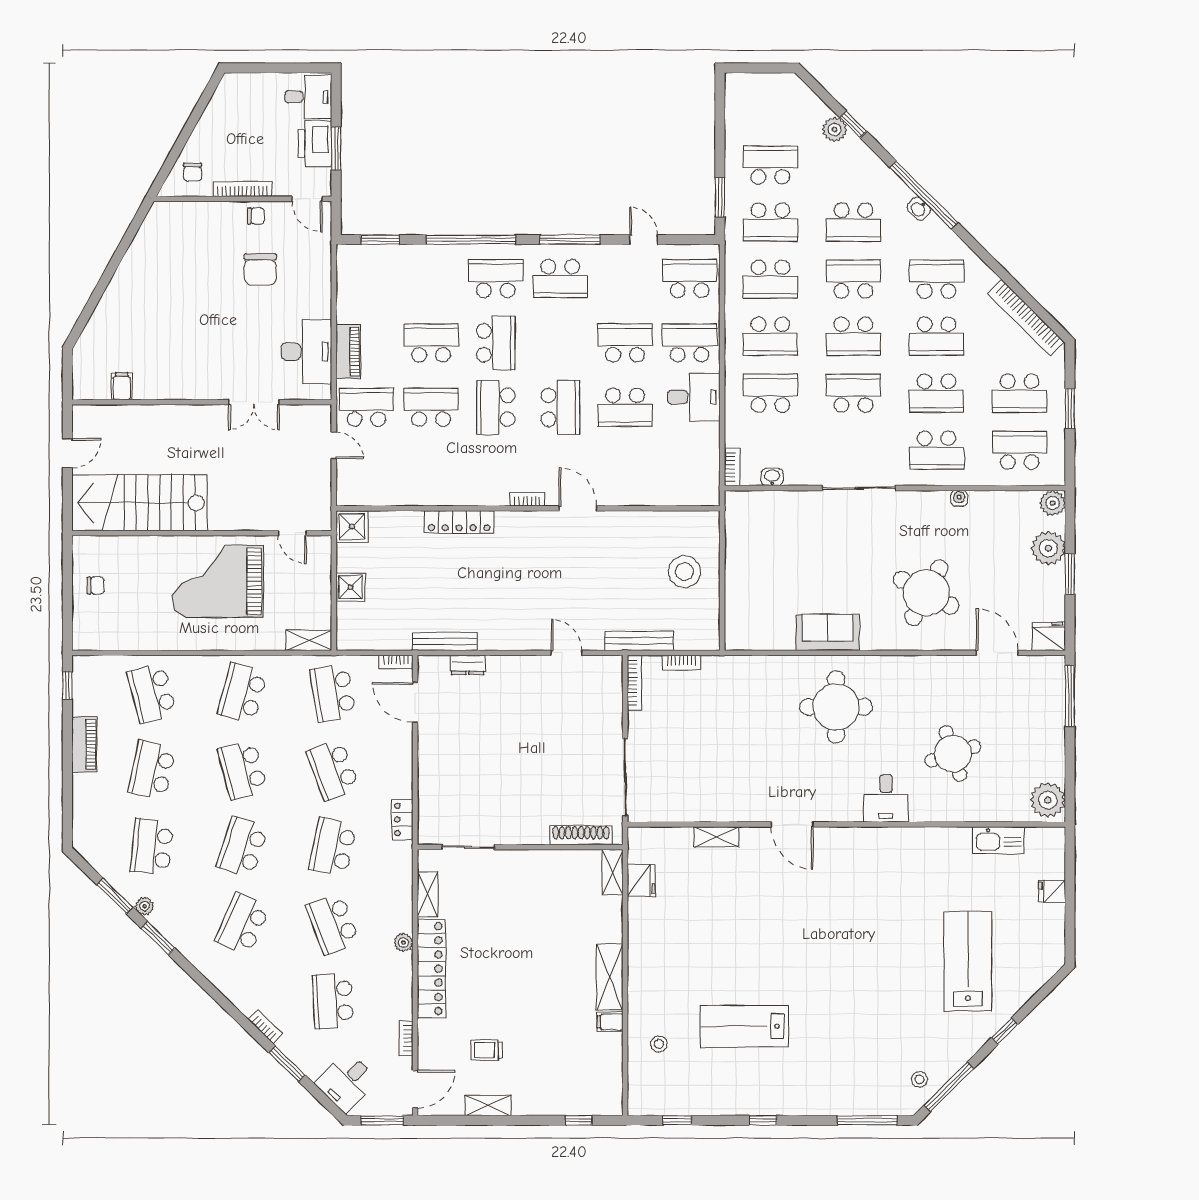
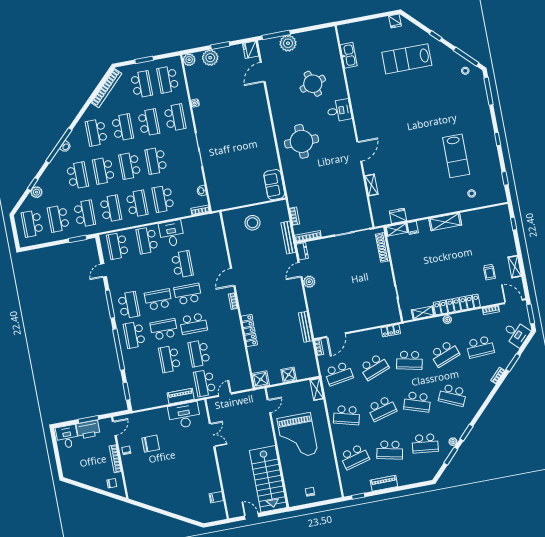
school desk: (770, 108) -> (32, 224), added
school desk: (853, 336) -> (130, 166), turned 180
school desk: (625, 343) -> (158, 300), moved, turned 90
round table: (926, 593) -> (241, 110), removed
sofa: (828, 632) -> (274, 185), moved
dresser: (468, 665) -> (302, 251), moved
plant: (538, 668) -> (309, 282), added
plant: (1048, 800) -> (288, 43), moved
fridge: (1052, 891) -> (395, 21), moved
filing cabinet: (610, 1022) -> (413, 228), moved

